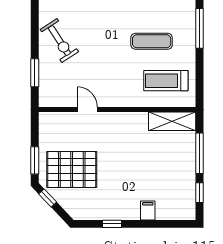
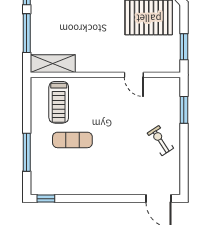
exercise bike: (59, 41) -> (160, 141), width x0.73, depth x0.72
treadmill: (166, 81) -> (59, 102), turned 90
window: (35, 160) -> (184, 47), moved

